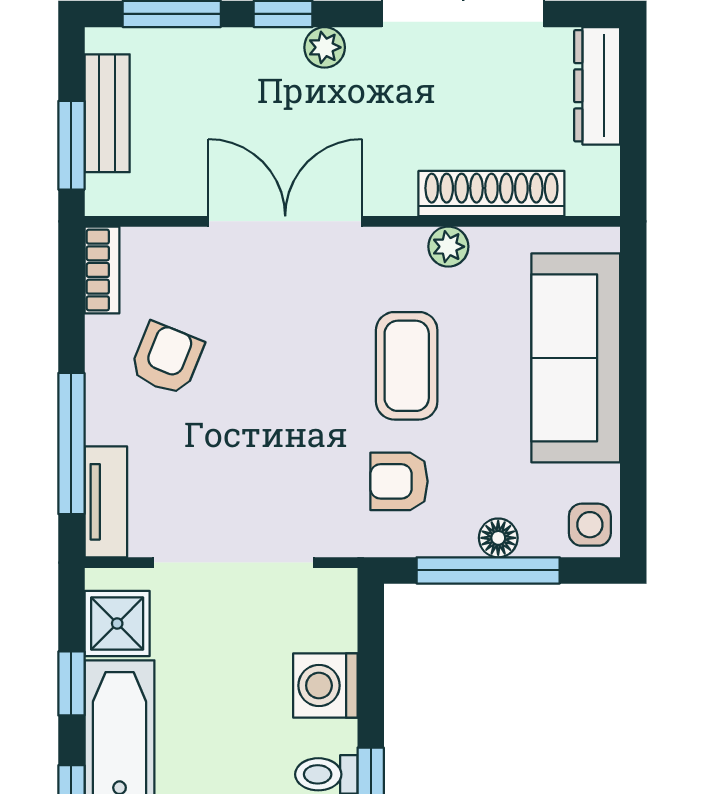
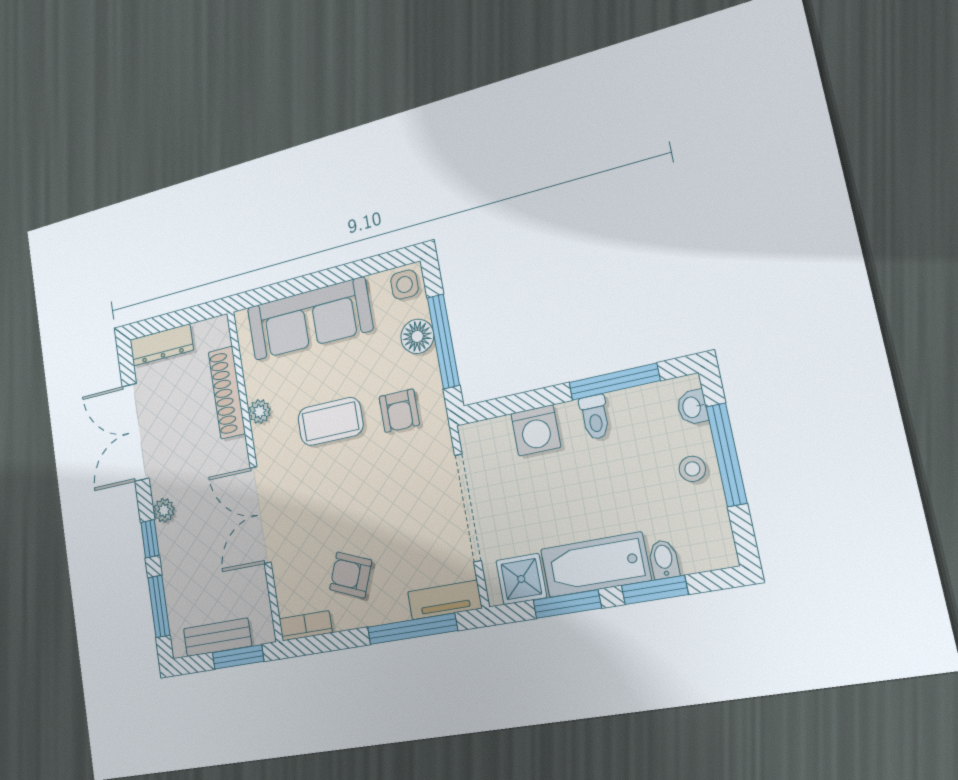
floor lamp: (498, 538) -> (417, 336), width x1.37, depth x1.37
window: (71, 683) -> (567, 604), width x1.50

